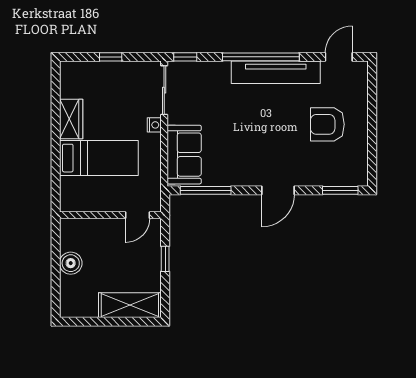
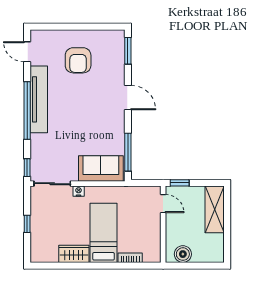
bookcase: (66, 193) -> (130, 258), added
wall: (110, 215) -> (163, 224), moved
door: (138, 215) -> (163, 204), moved

